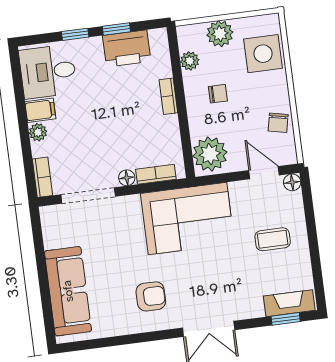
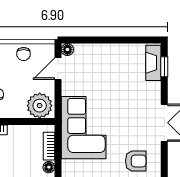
chair: (278, 123) -> (24, 54), turned 78
coffee table: (273, 239) -> (106, 69), removed
armchair: (151, 296) -> (136, 161), turned 90

